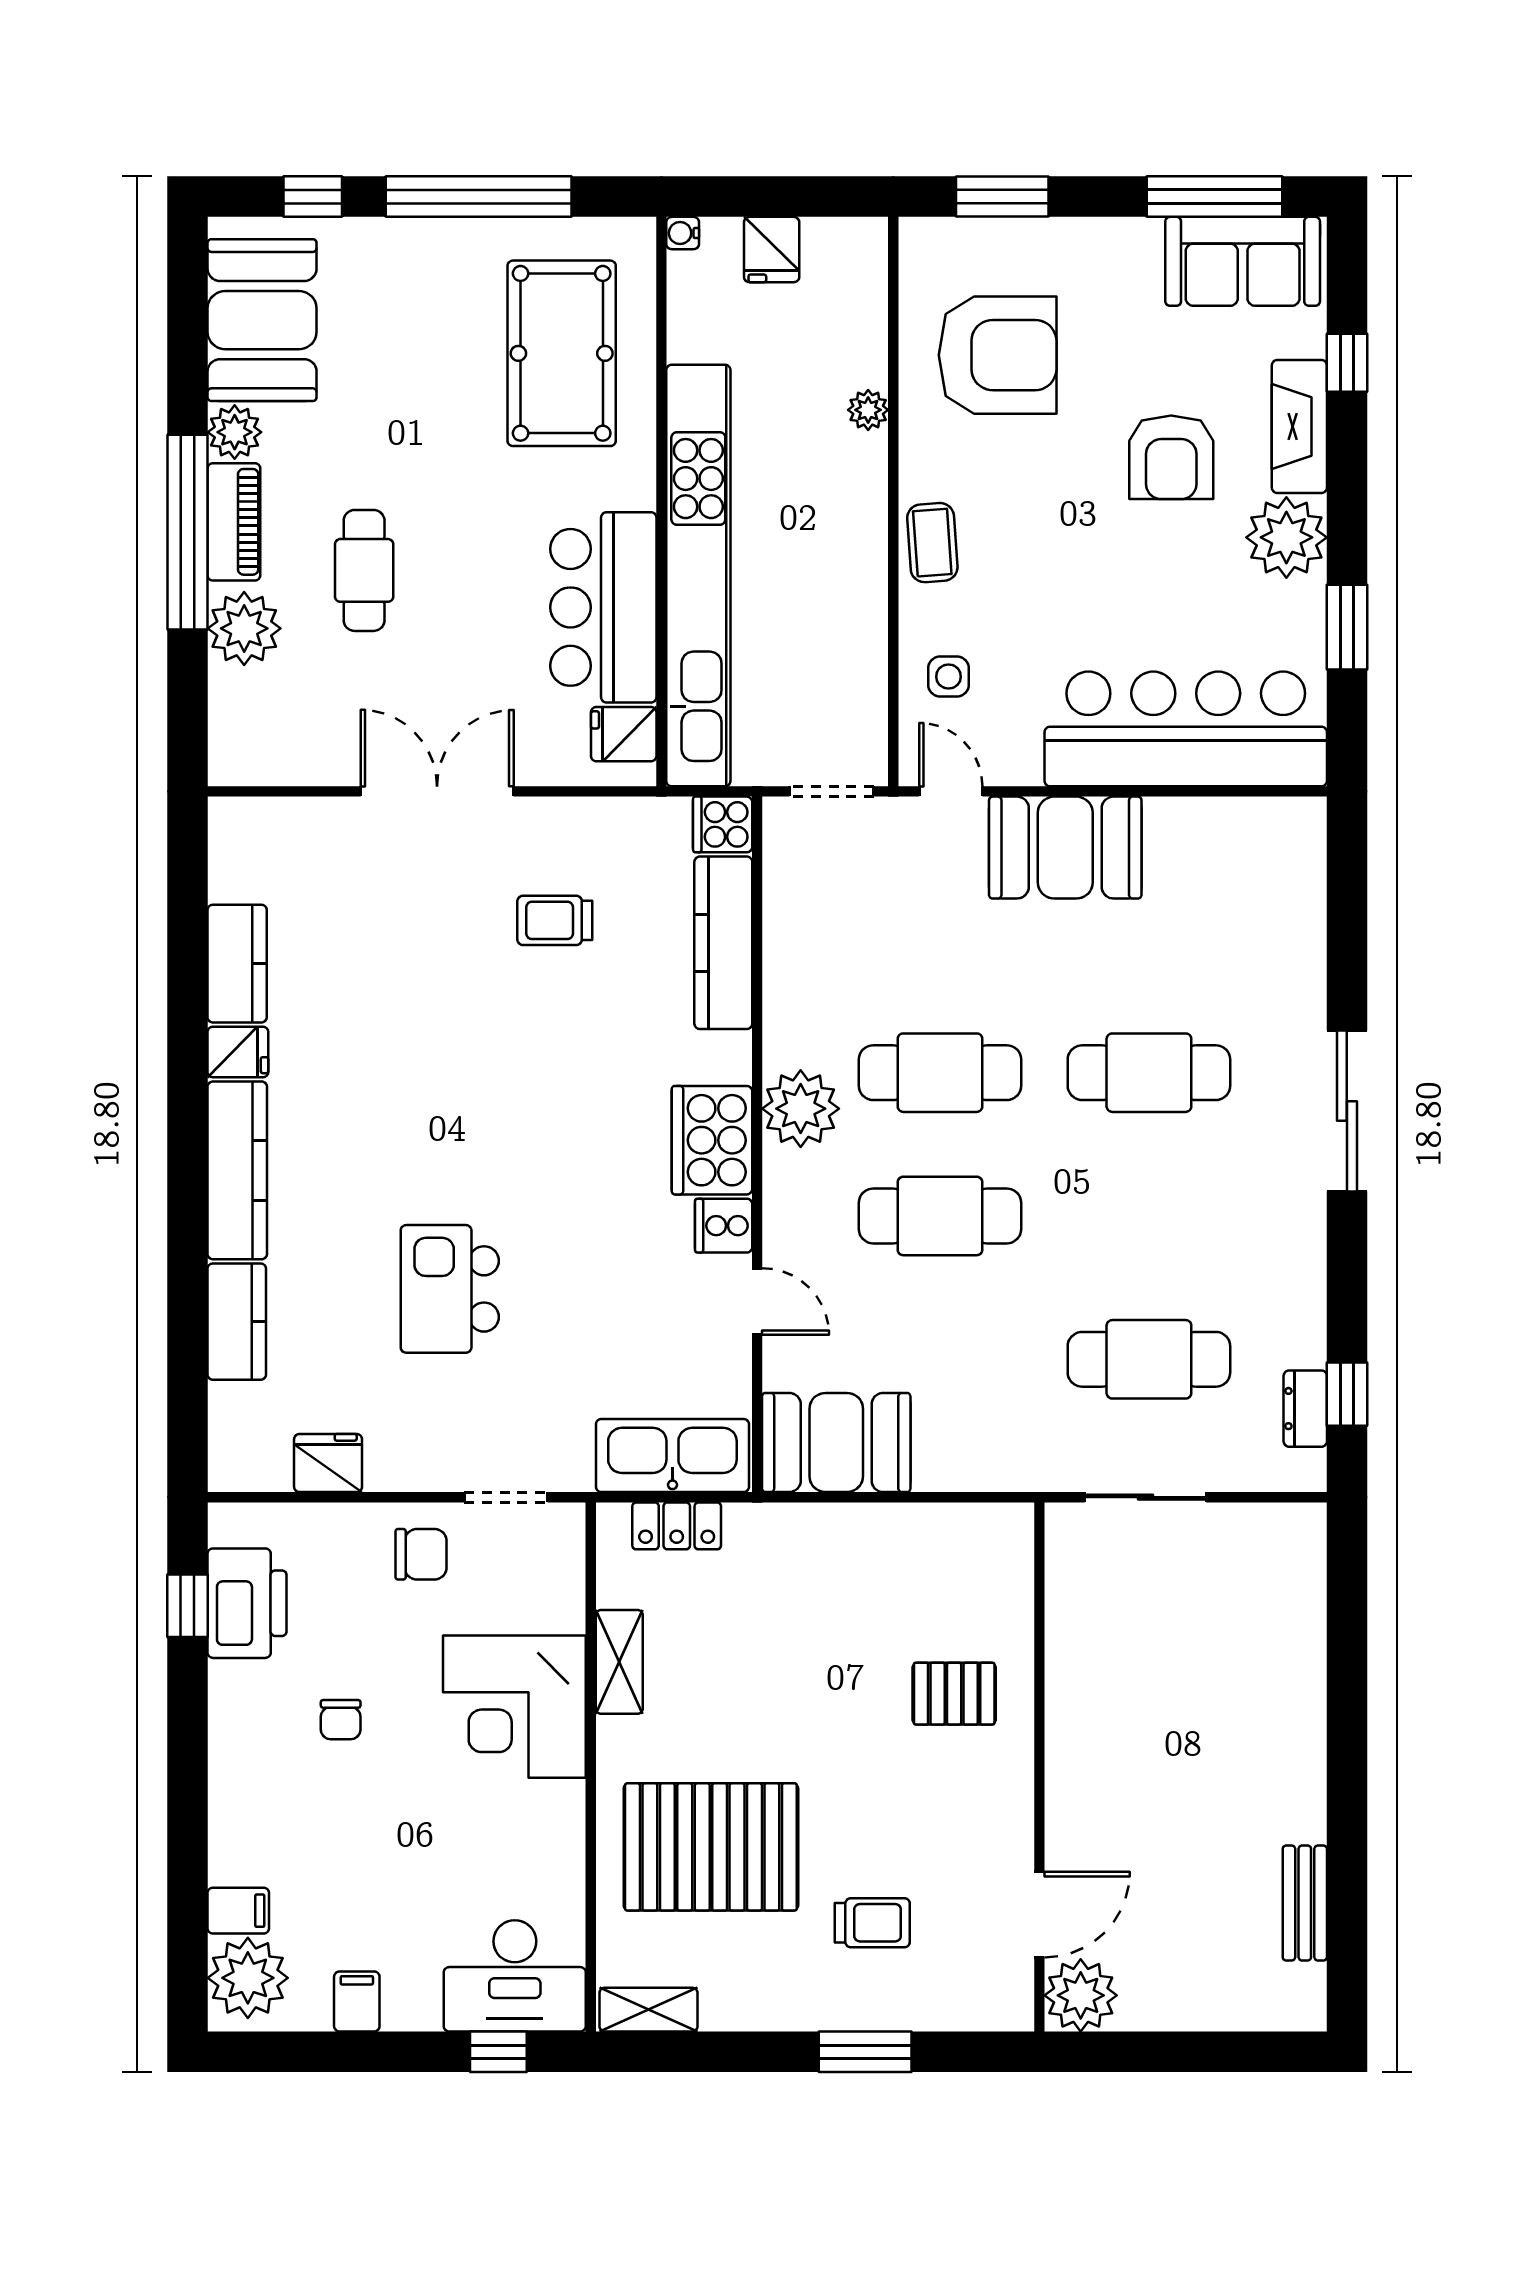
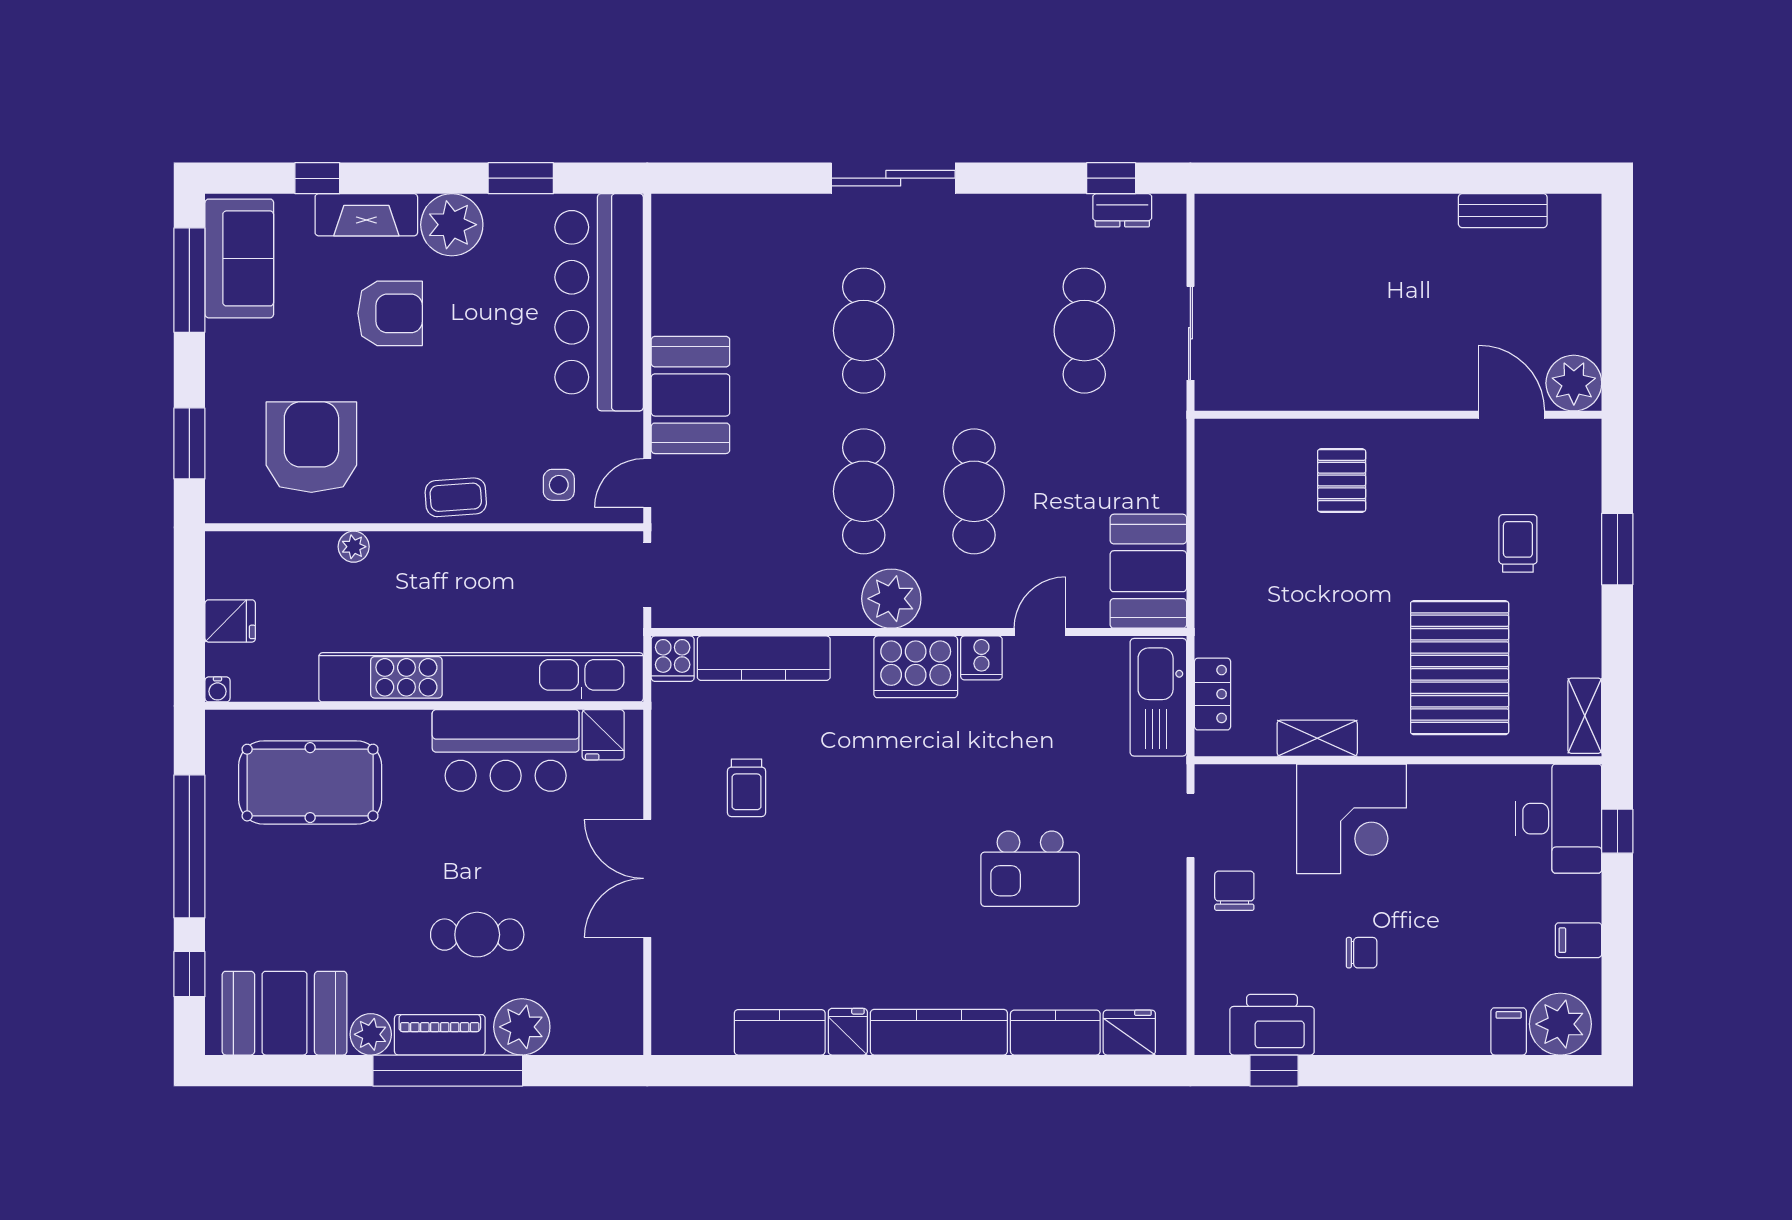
fridge: (328, 1463) -> (1129, 1033), moved, turned 90

